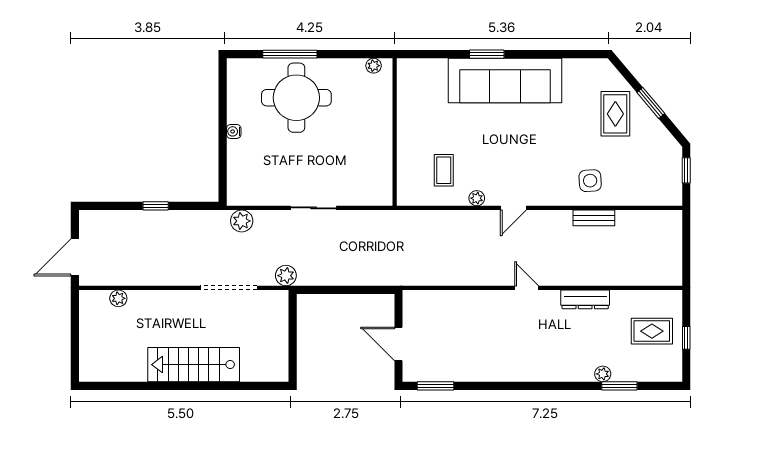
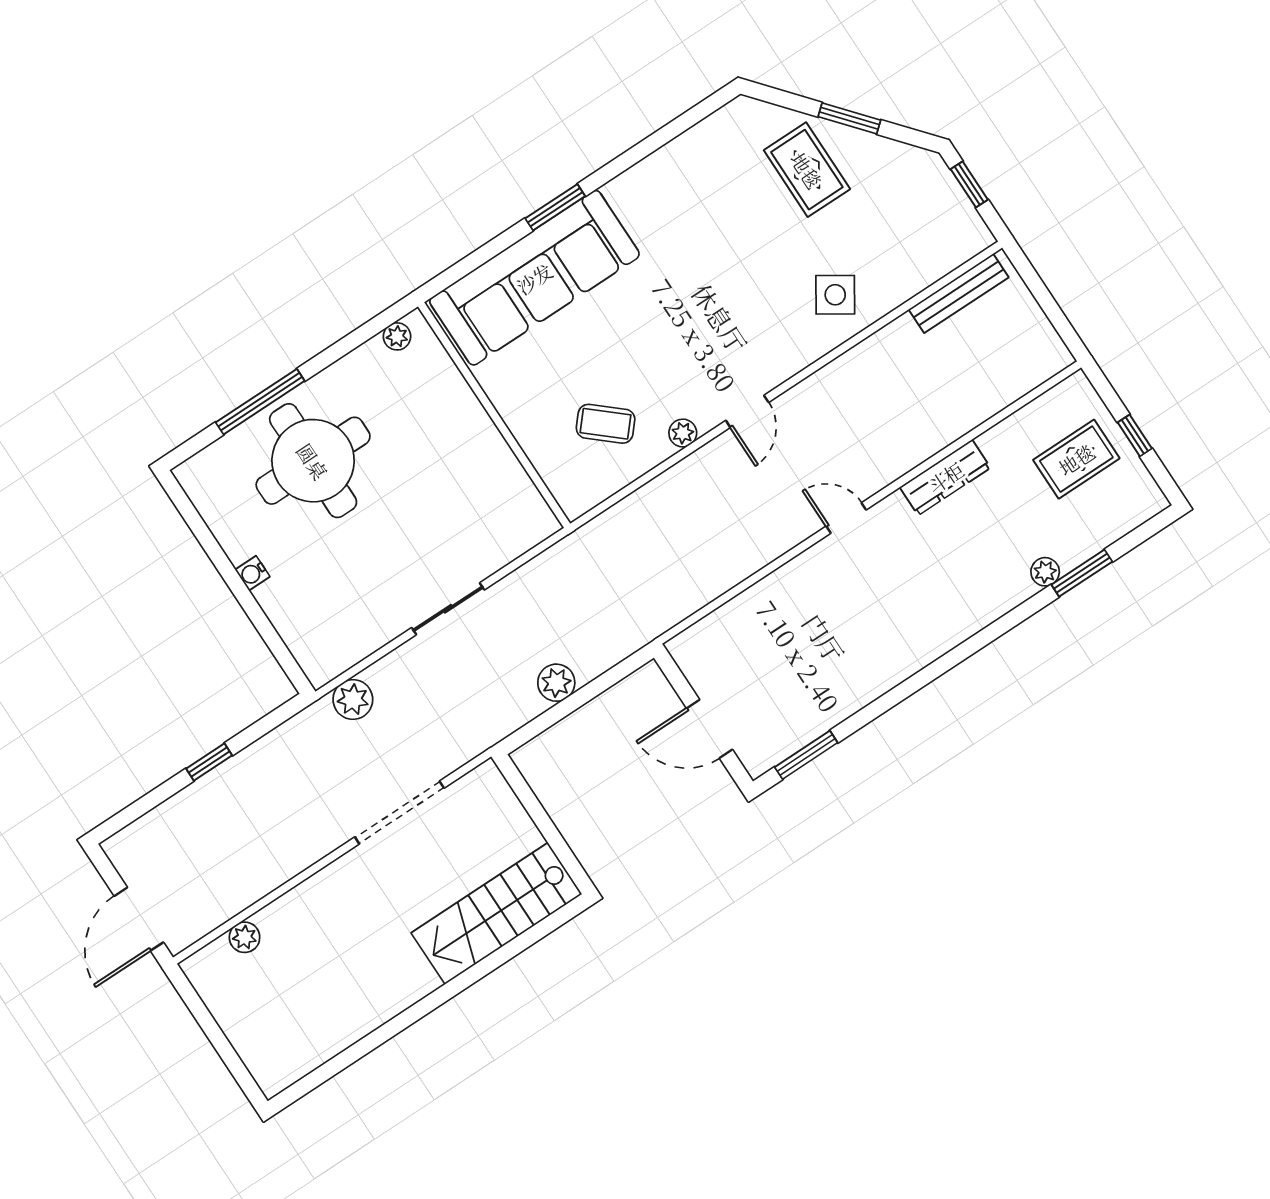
sofa: (505, 81) -> (534, 278), moved
coffee table: (444, 170) -> (606, 424), turned -49
side table: (590, 181) -> (835, 295), turned 37
bench: (594, 218) -> (959, 293), moved, width x1.36
plant: (286, 276) -> (556, 683), moved
stairs: (194, 365) -> (497, 913), moved

